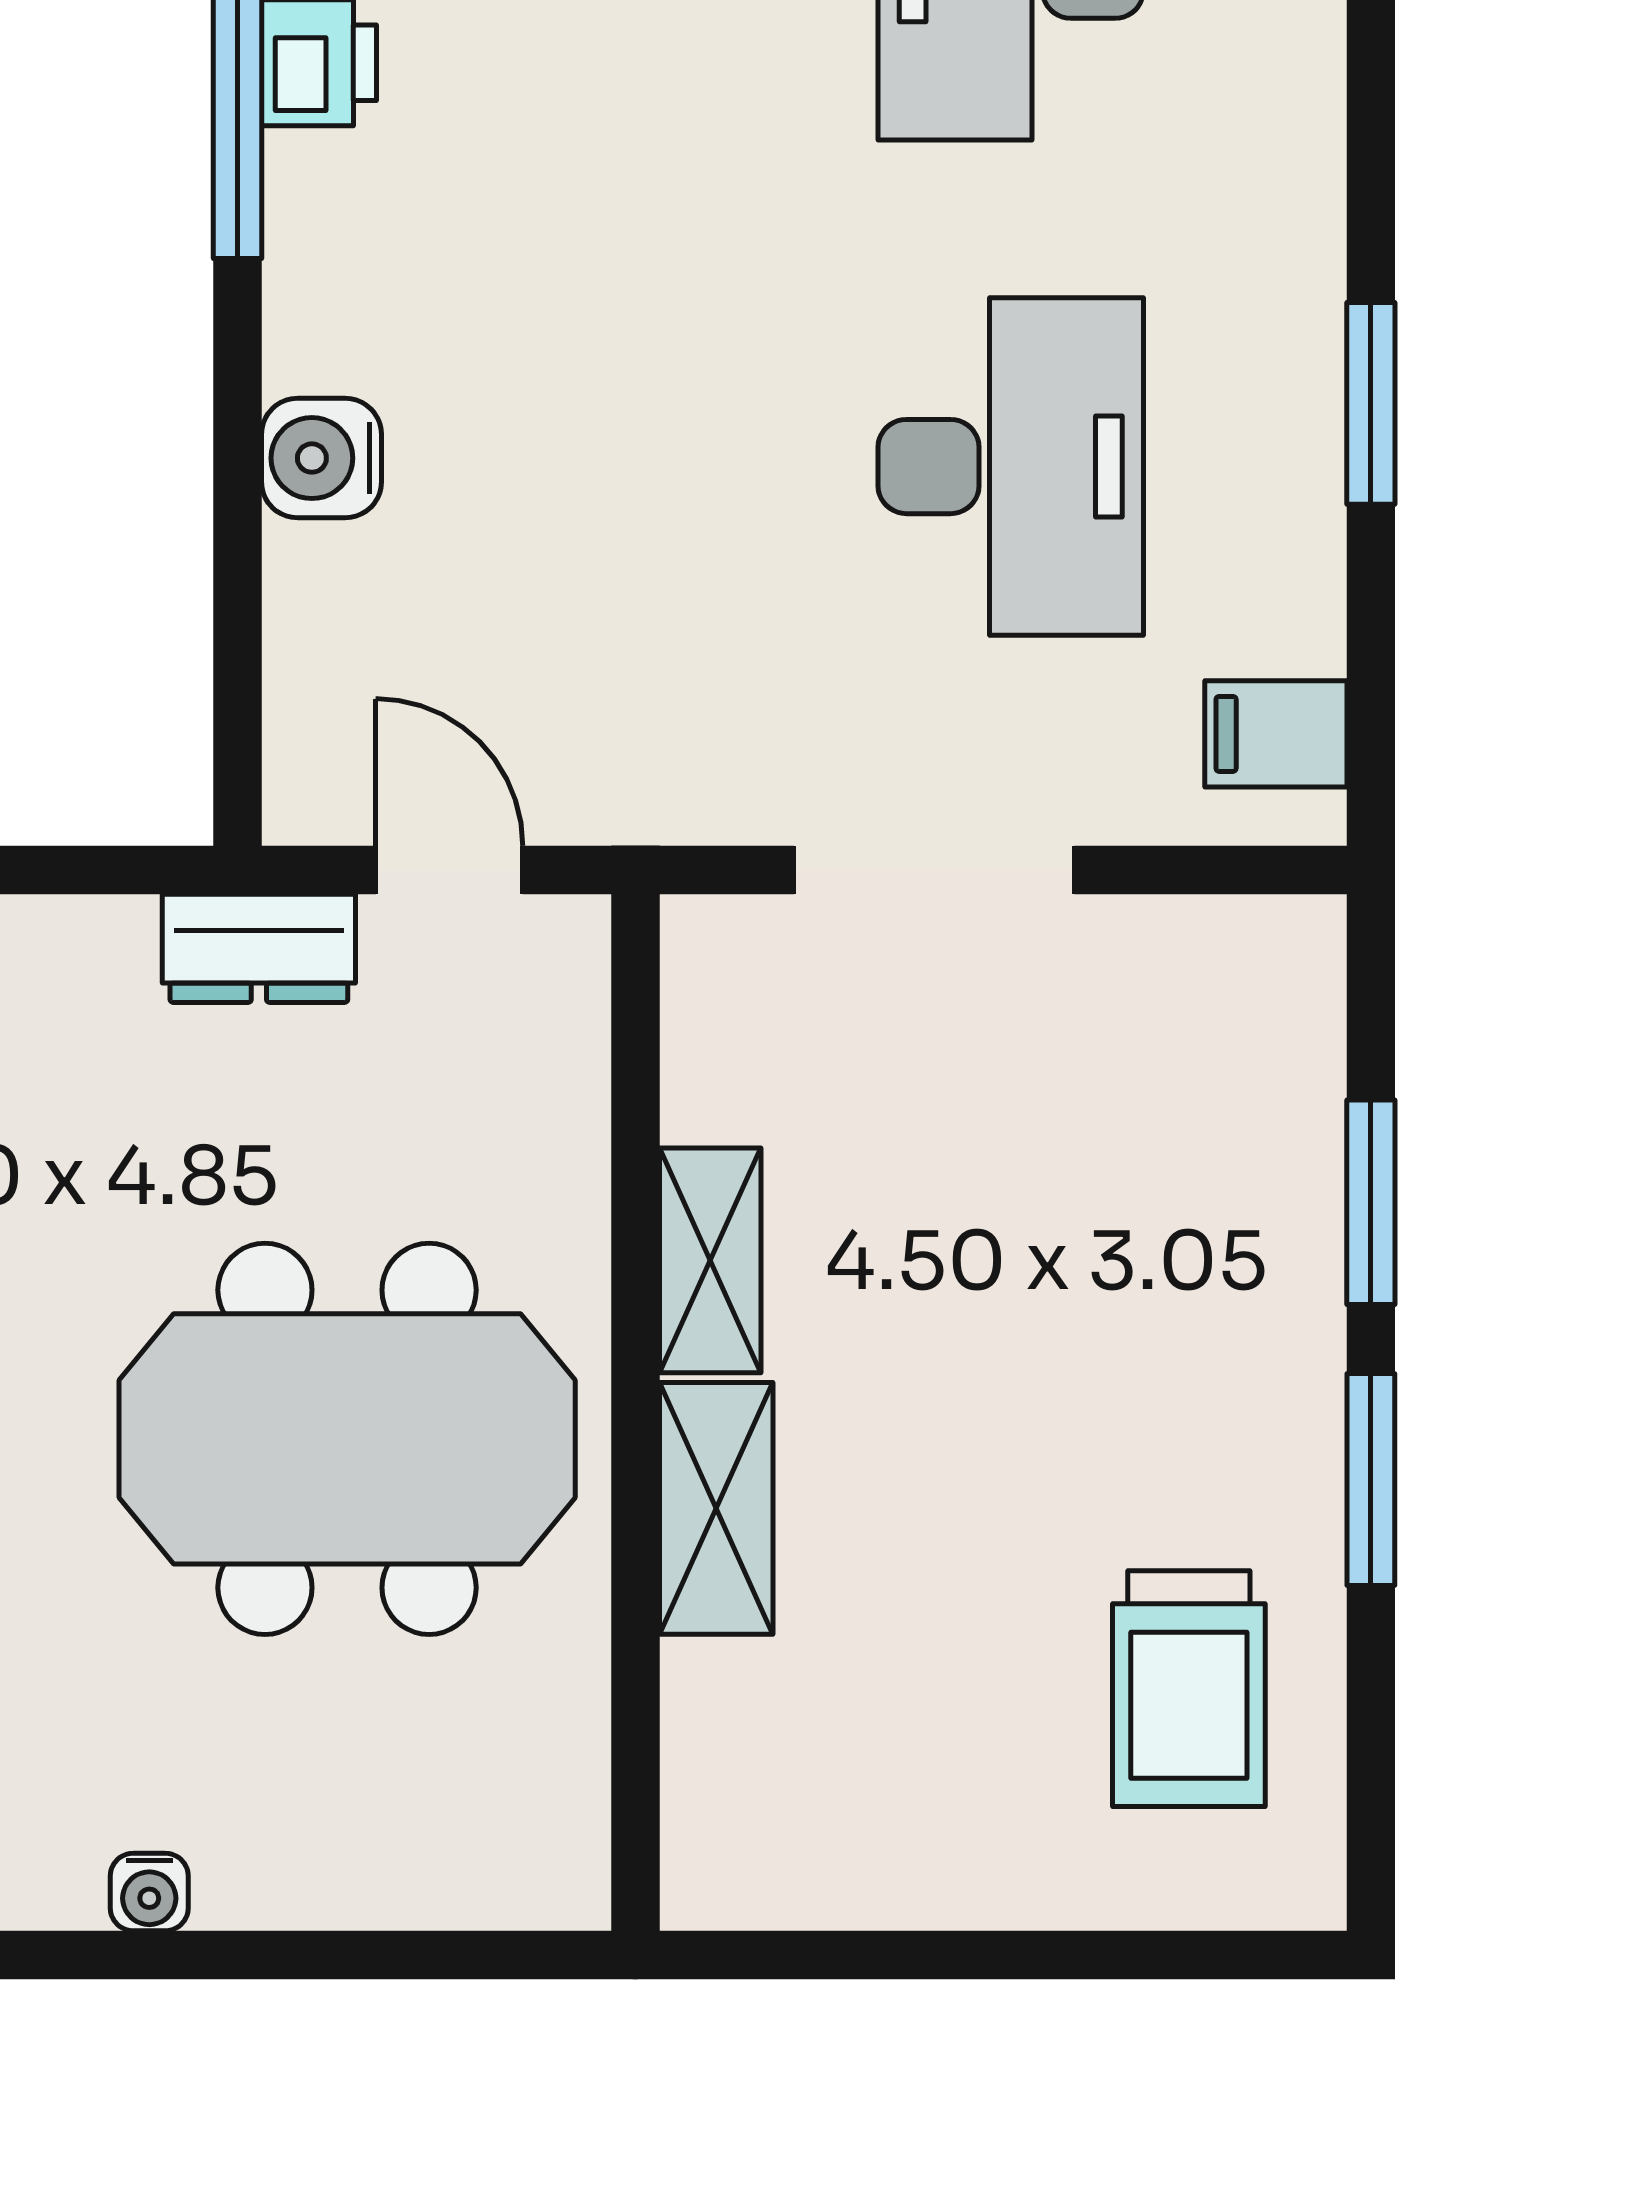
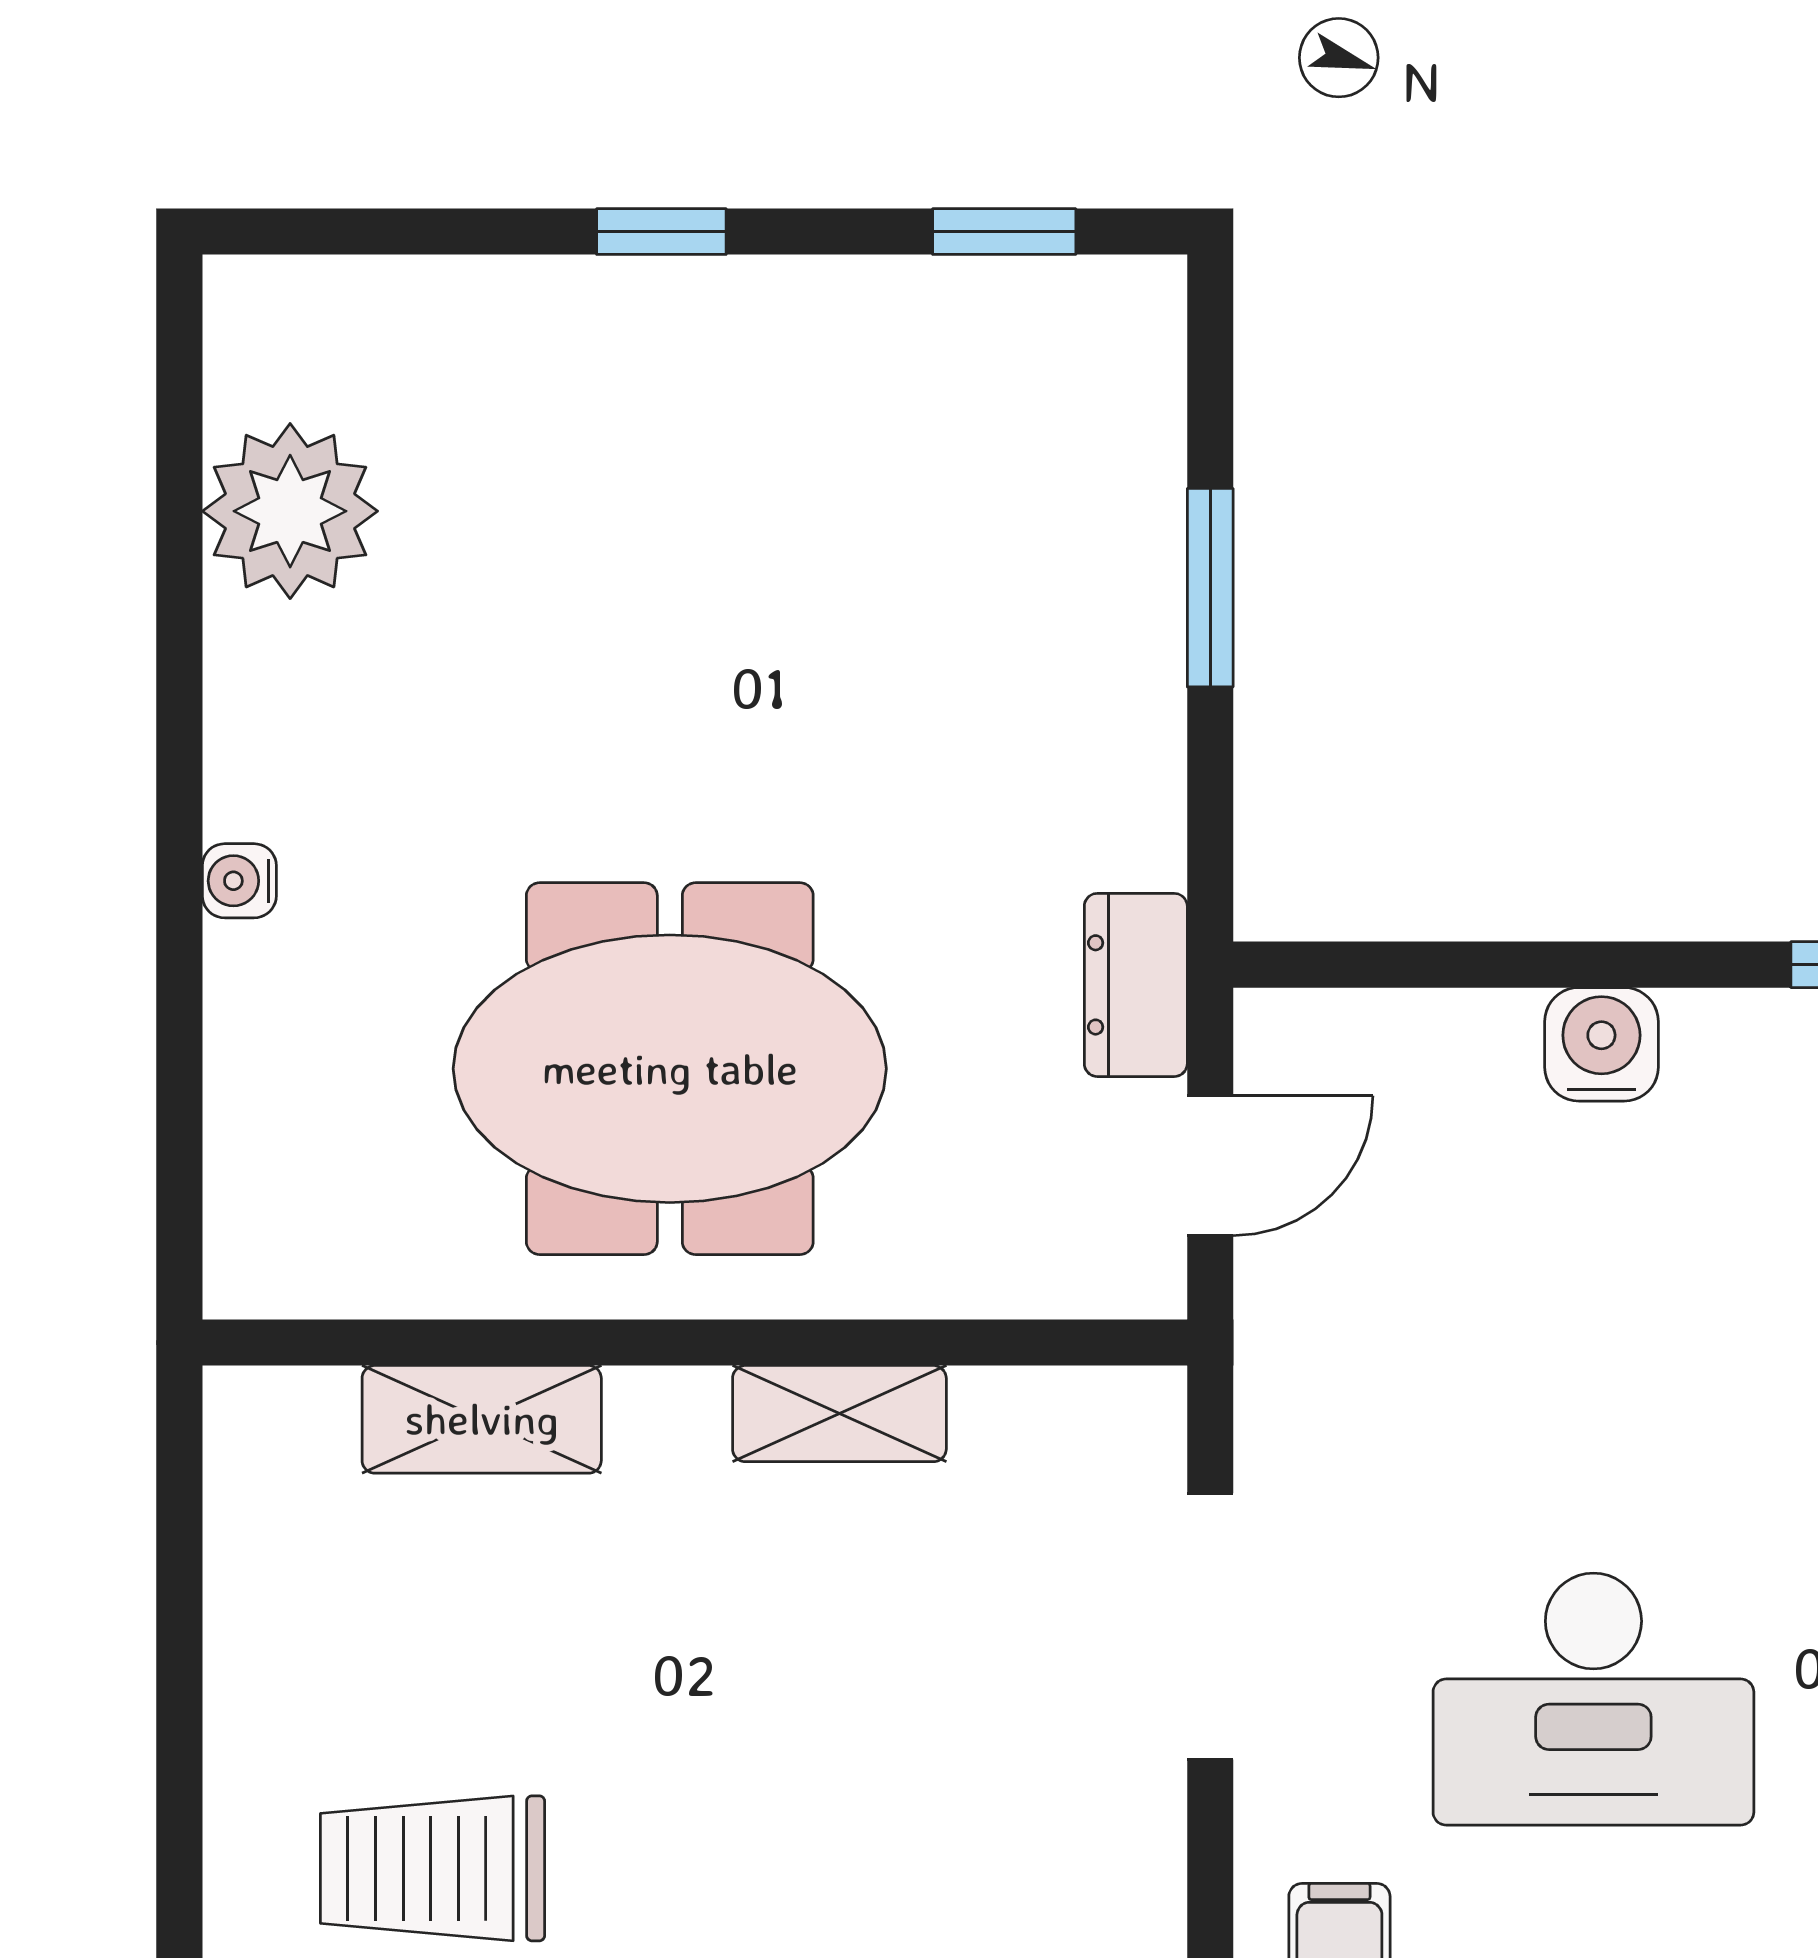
meeting table: (347, 1439) -> (670, 1069), turned 90
shelving: (716, 1508) -> (482, 1419), moved

